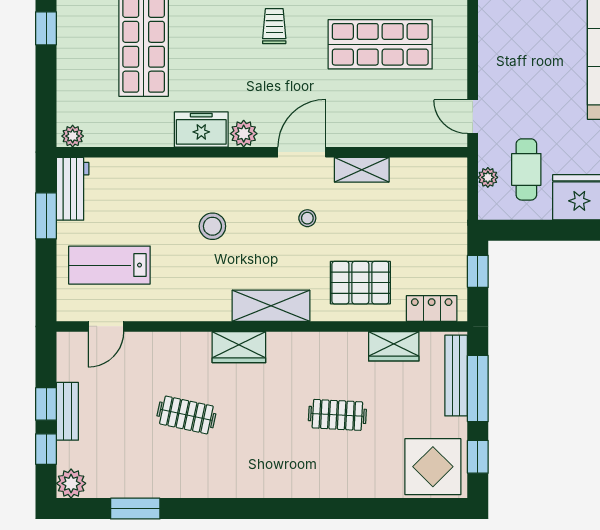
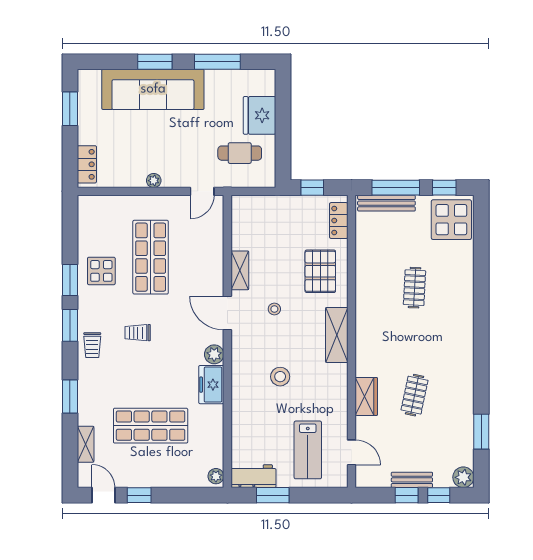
plant: (488, 177) -> (154, 181), moved
wardrobe: (394, 346) -> (366, 247), removed
wardrobe: (239, 347) -> (366, 396), moved

